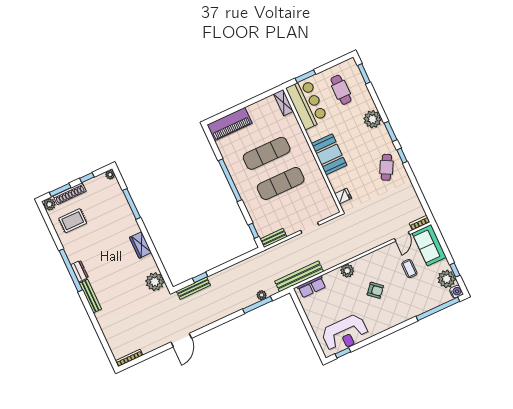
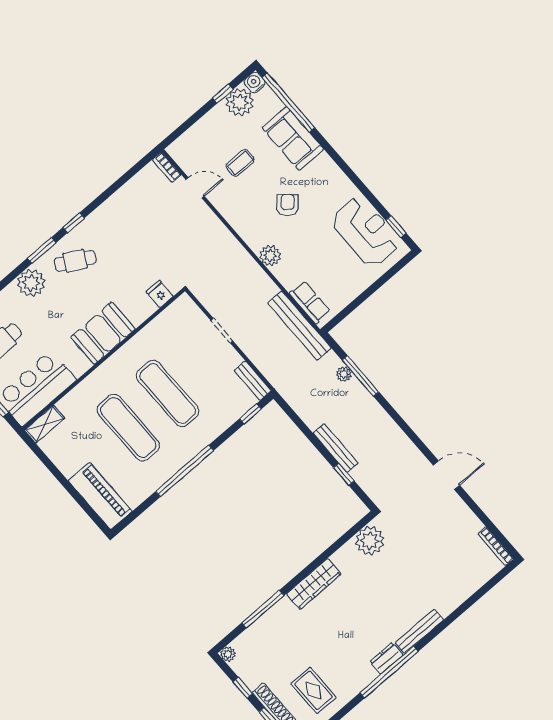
cafe table: (386, 167) -> (75, 261), moved
wardrobe: (140, 245) -> (314, 584), width x1.50
sofa: (429, 245) -> (293, 138), moved, turned 90
bench: (193, 288) -> (336, 448), moved

